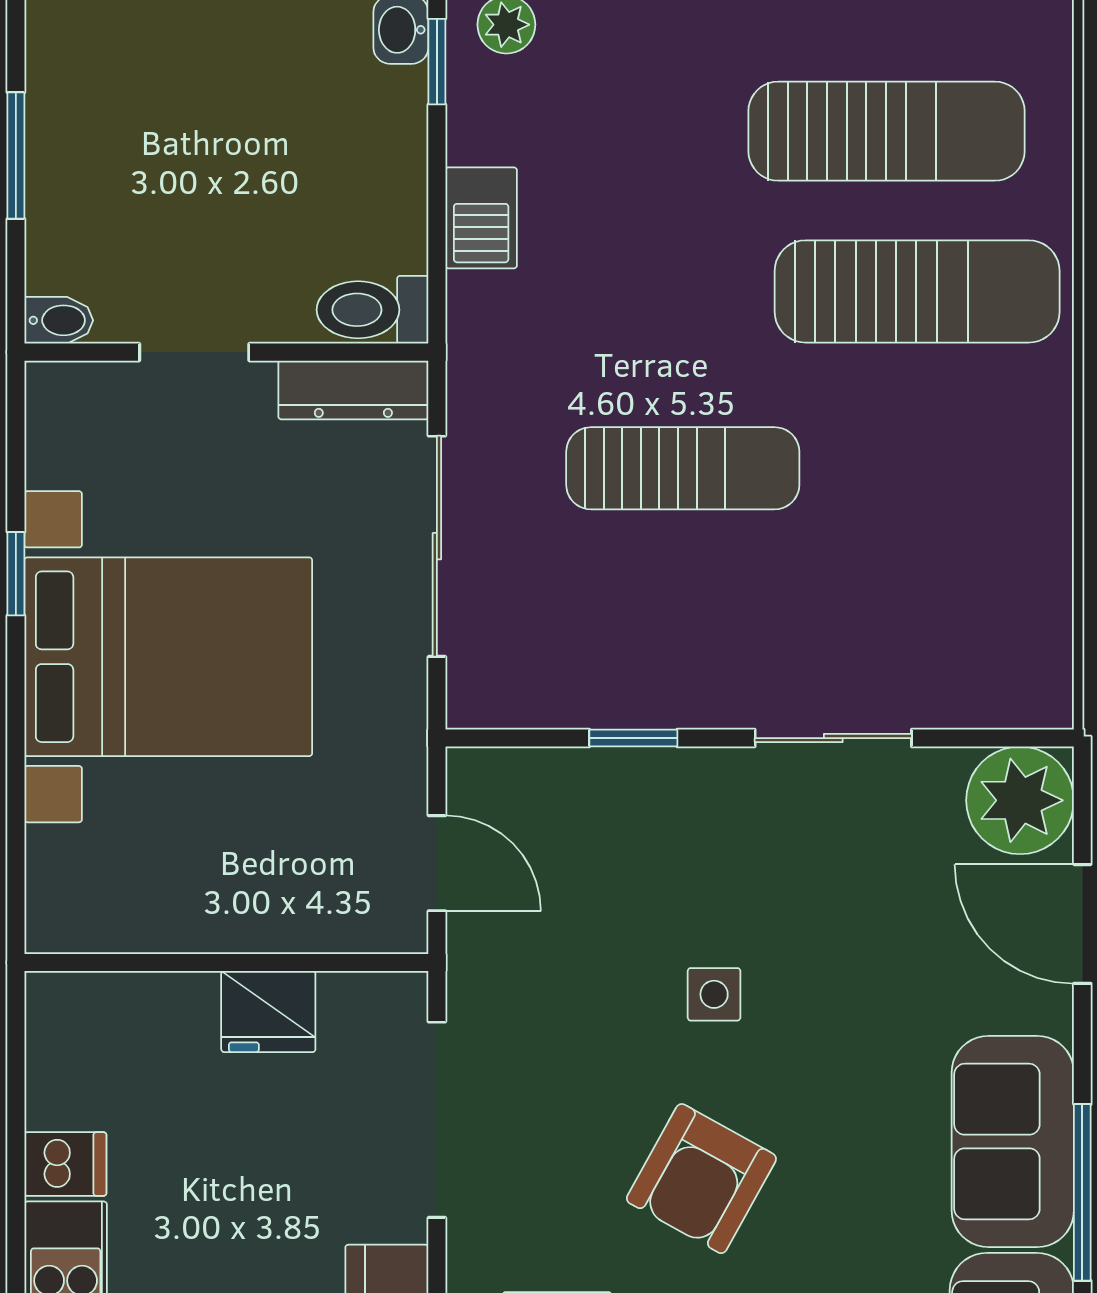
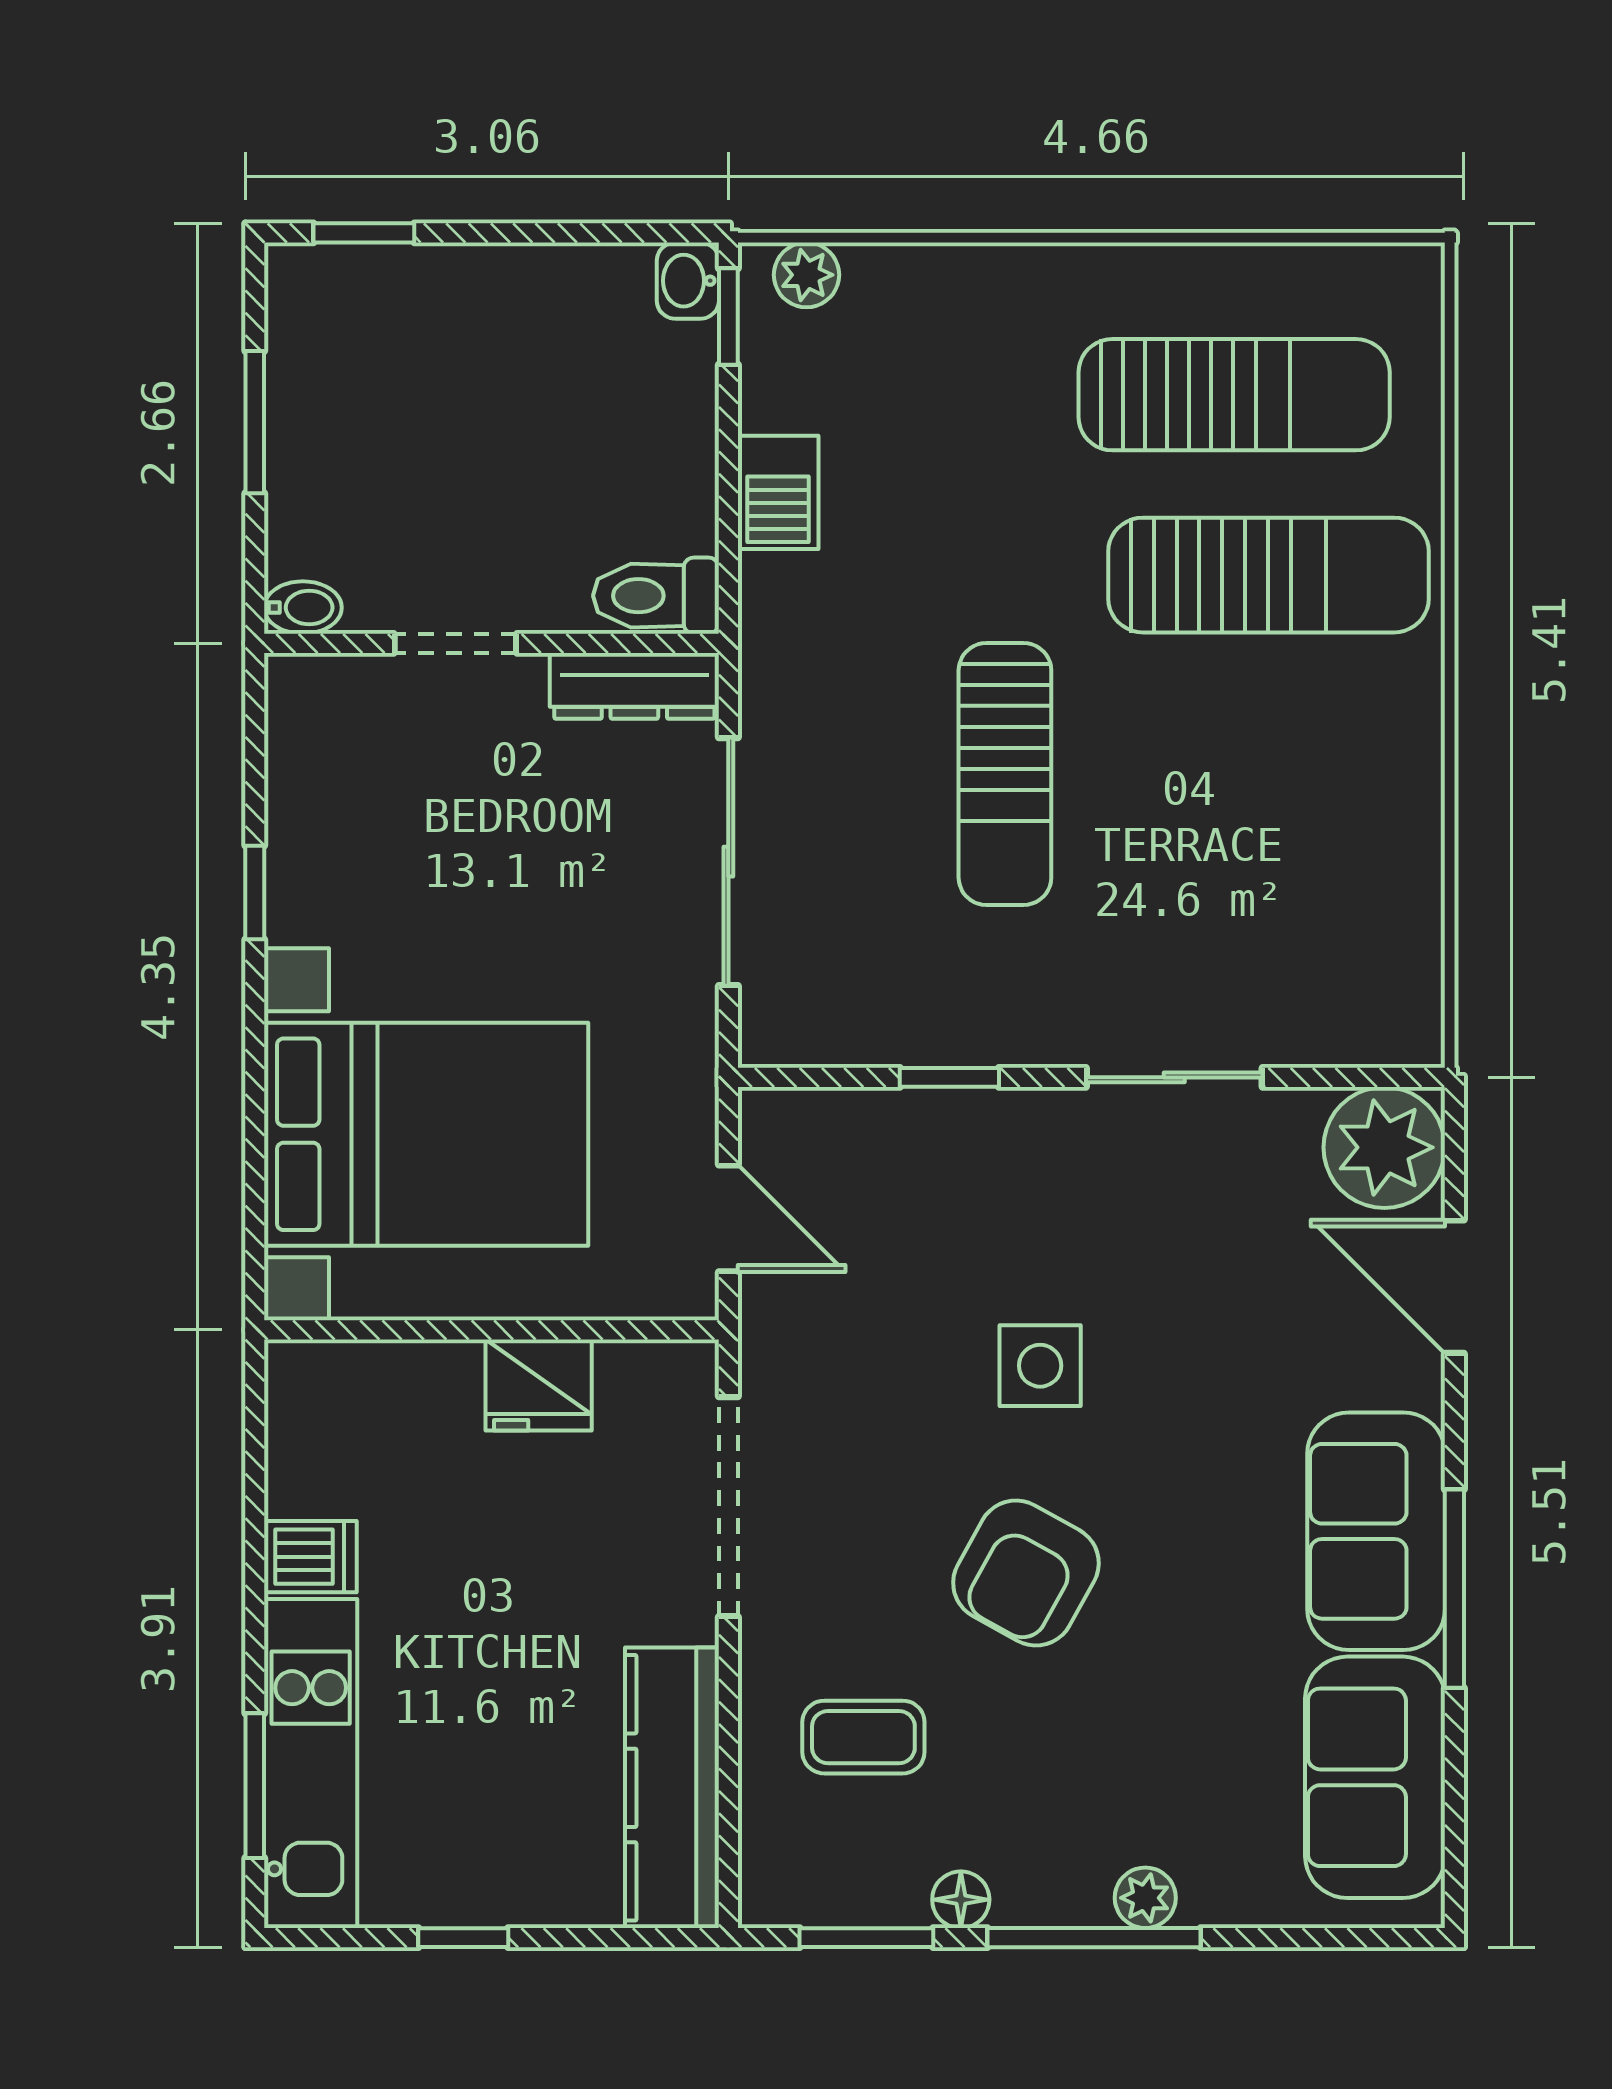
sun lounger: (683, 468) -> (1005, 774), turned 90
bed with nightstands: (168, 657) -> (426, 1134), moved
side table: (714, 994) -> (1040, 1366), width x1.37, depth x1.37

